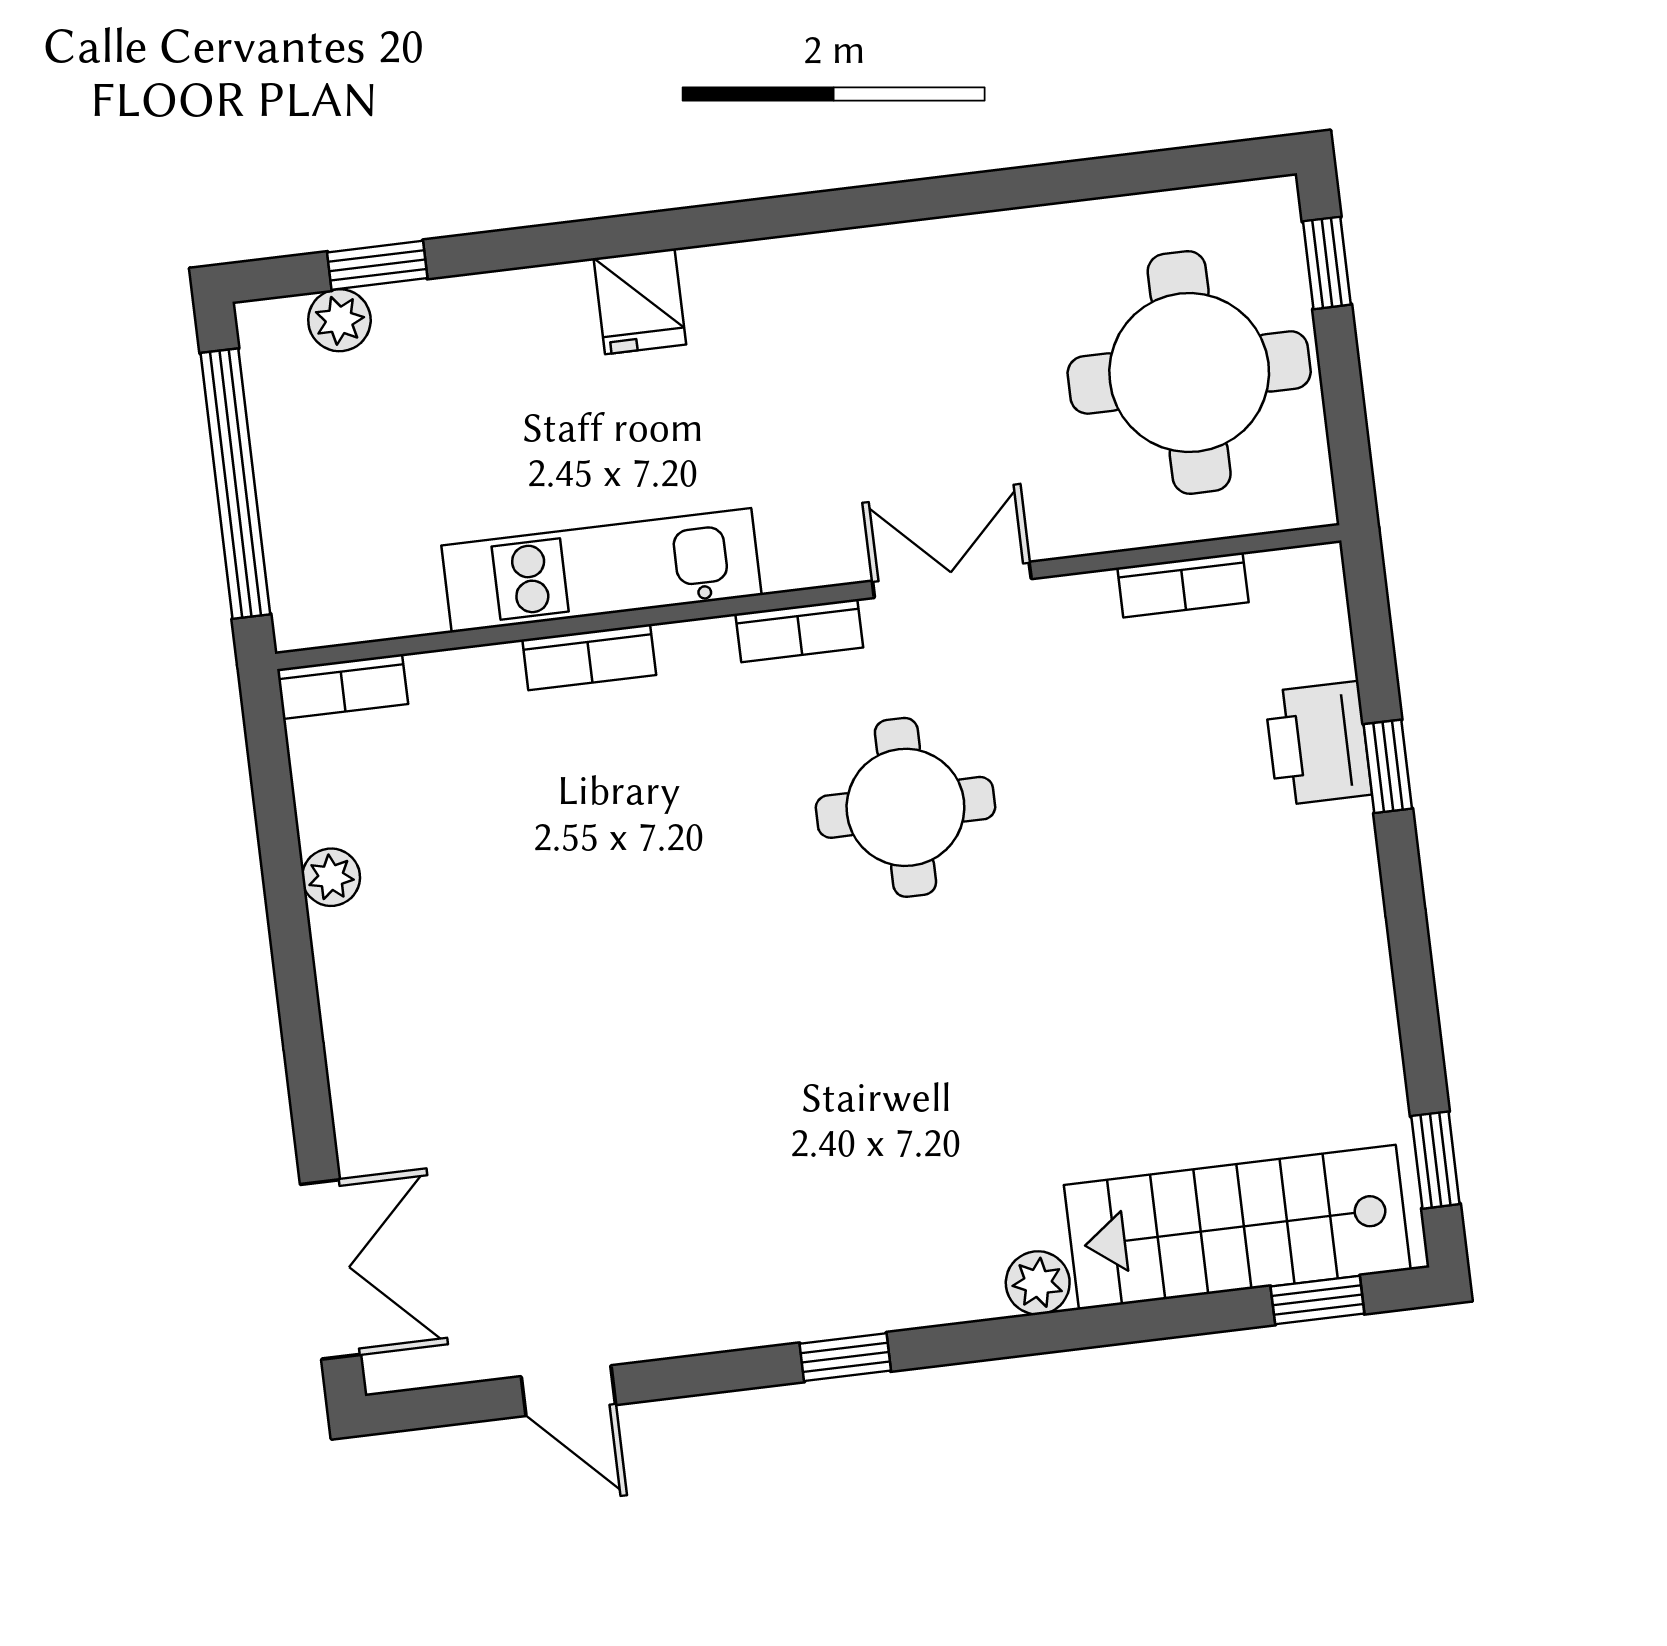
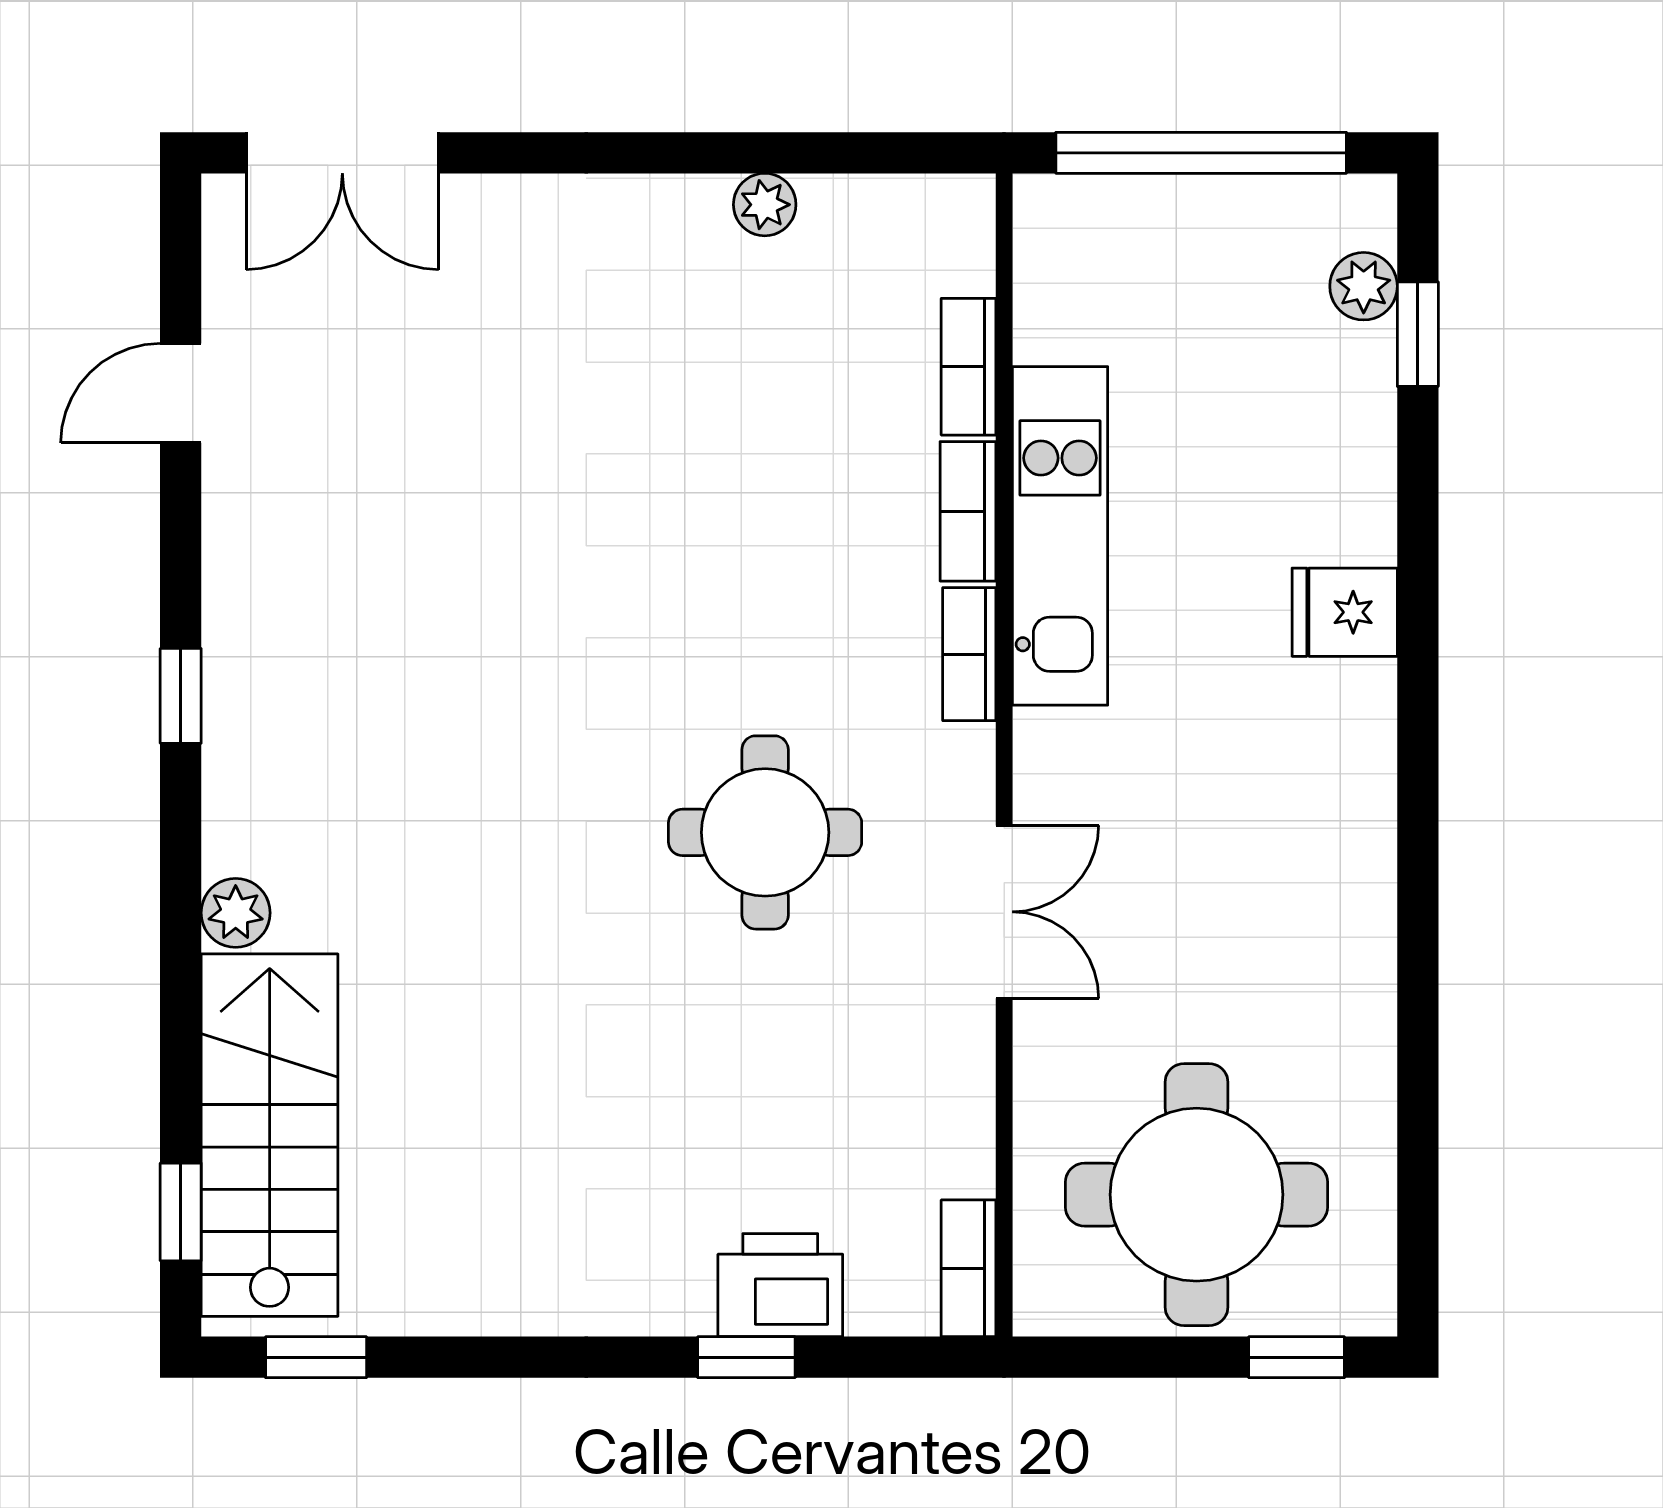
bookcase: (1183, 585) -> (969, 1268), moved
bookcase: (799, 631) -> (969, 654), moved
bookcase: (342, 687) -> (969, 367), moved

